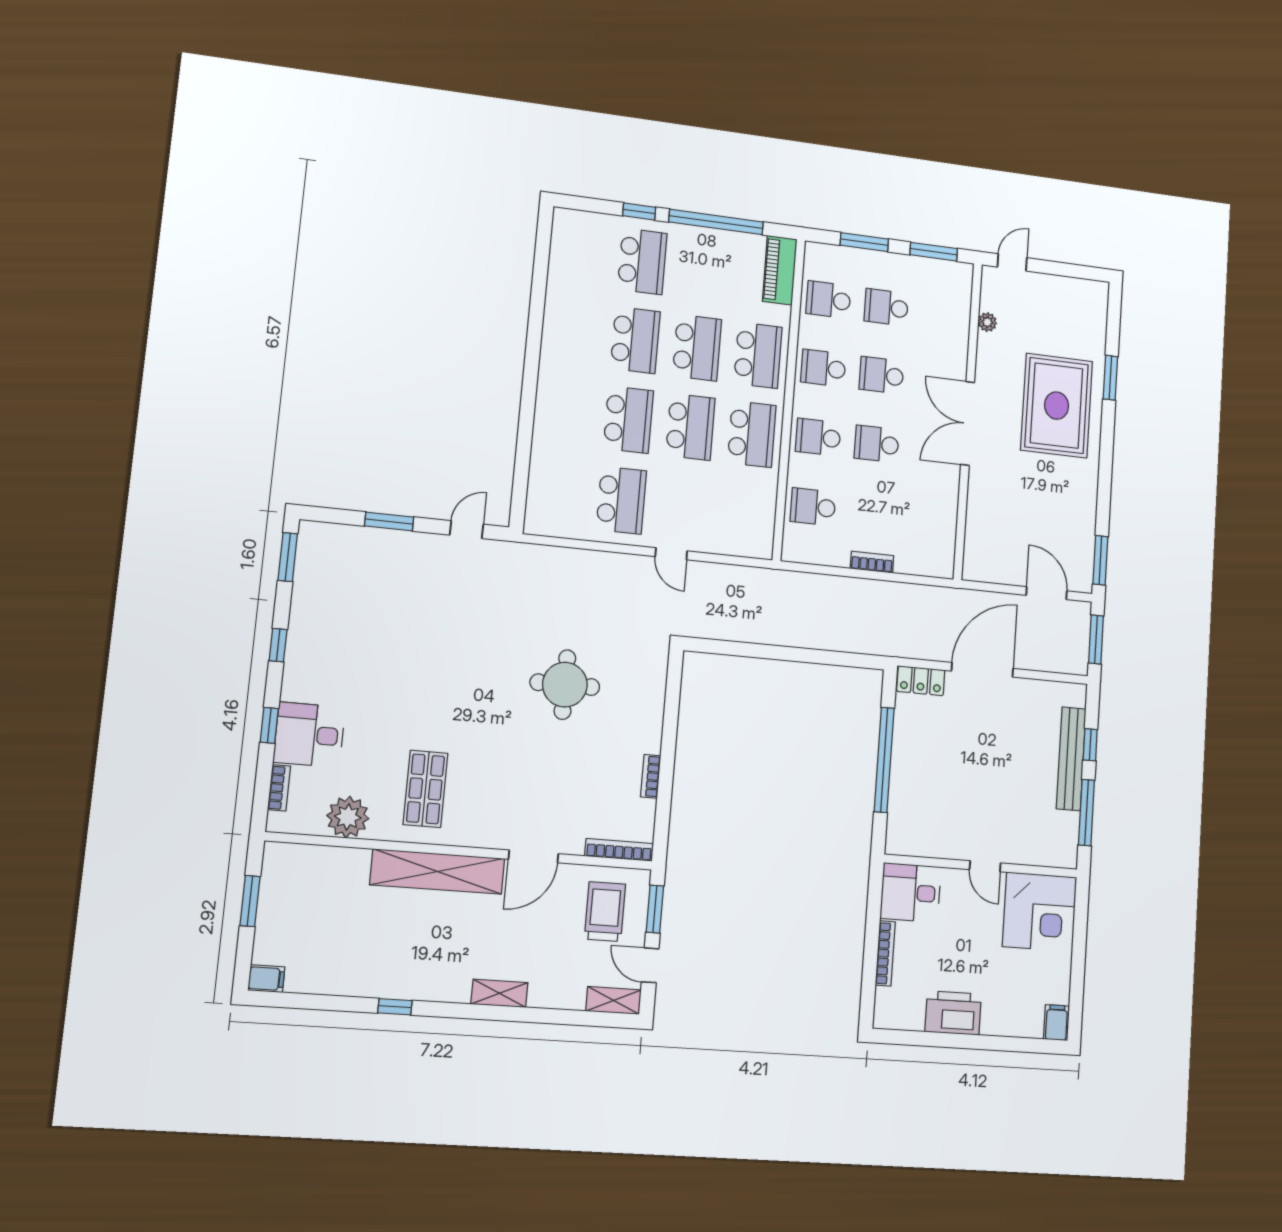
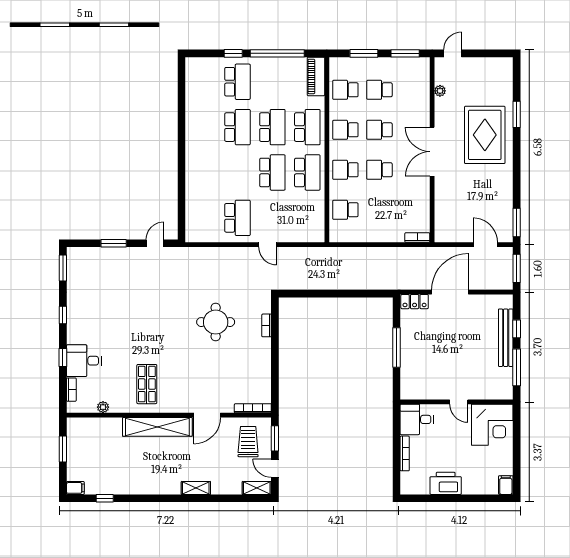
school desk: (628, 420) -> (237, 172), removed
bookcase: (872, 562) -> (417, 238), moved
window: (884, 760) -> (397, 348), width x0.68
bookcase: (651, 776) -> (267, 325), moved
plant: (348, 817) -> (103, 407), width x0.53, depth x0.53
window: (395, 1007) -> (105, 498), moved

